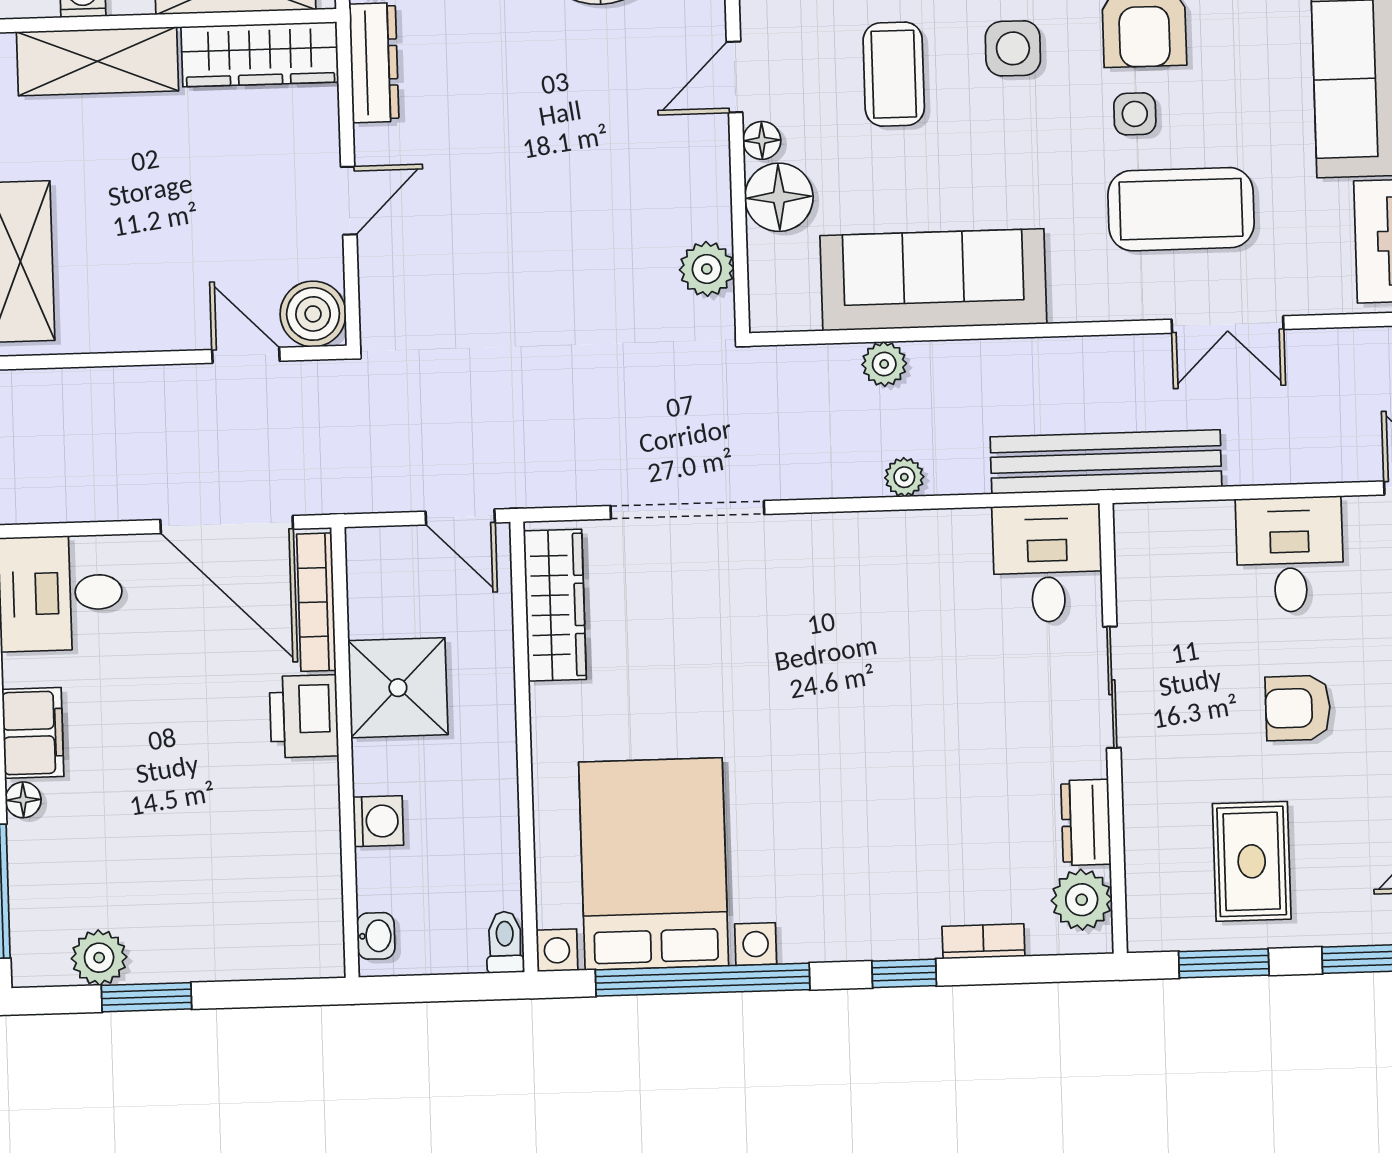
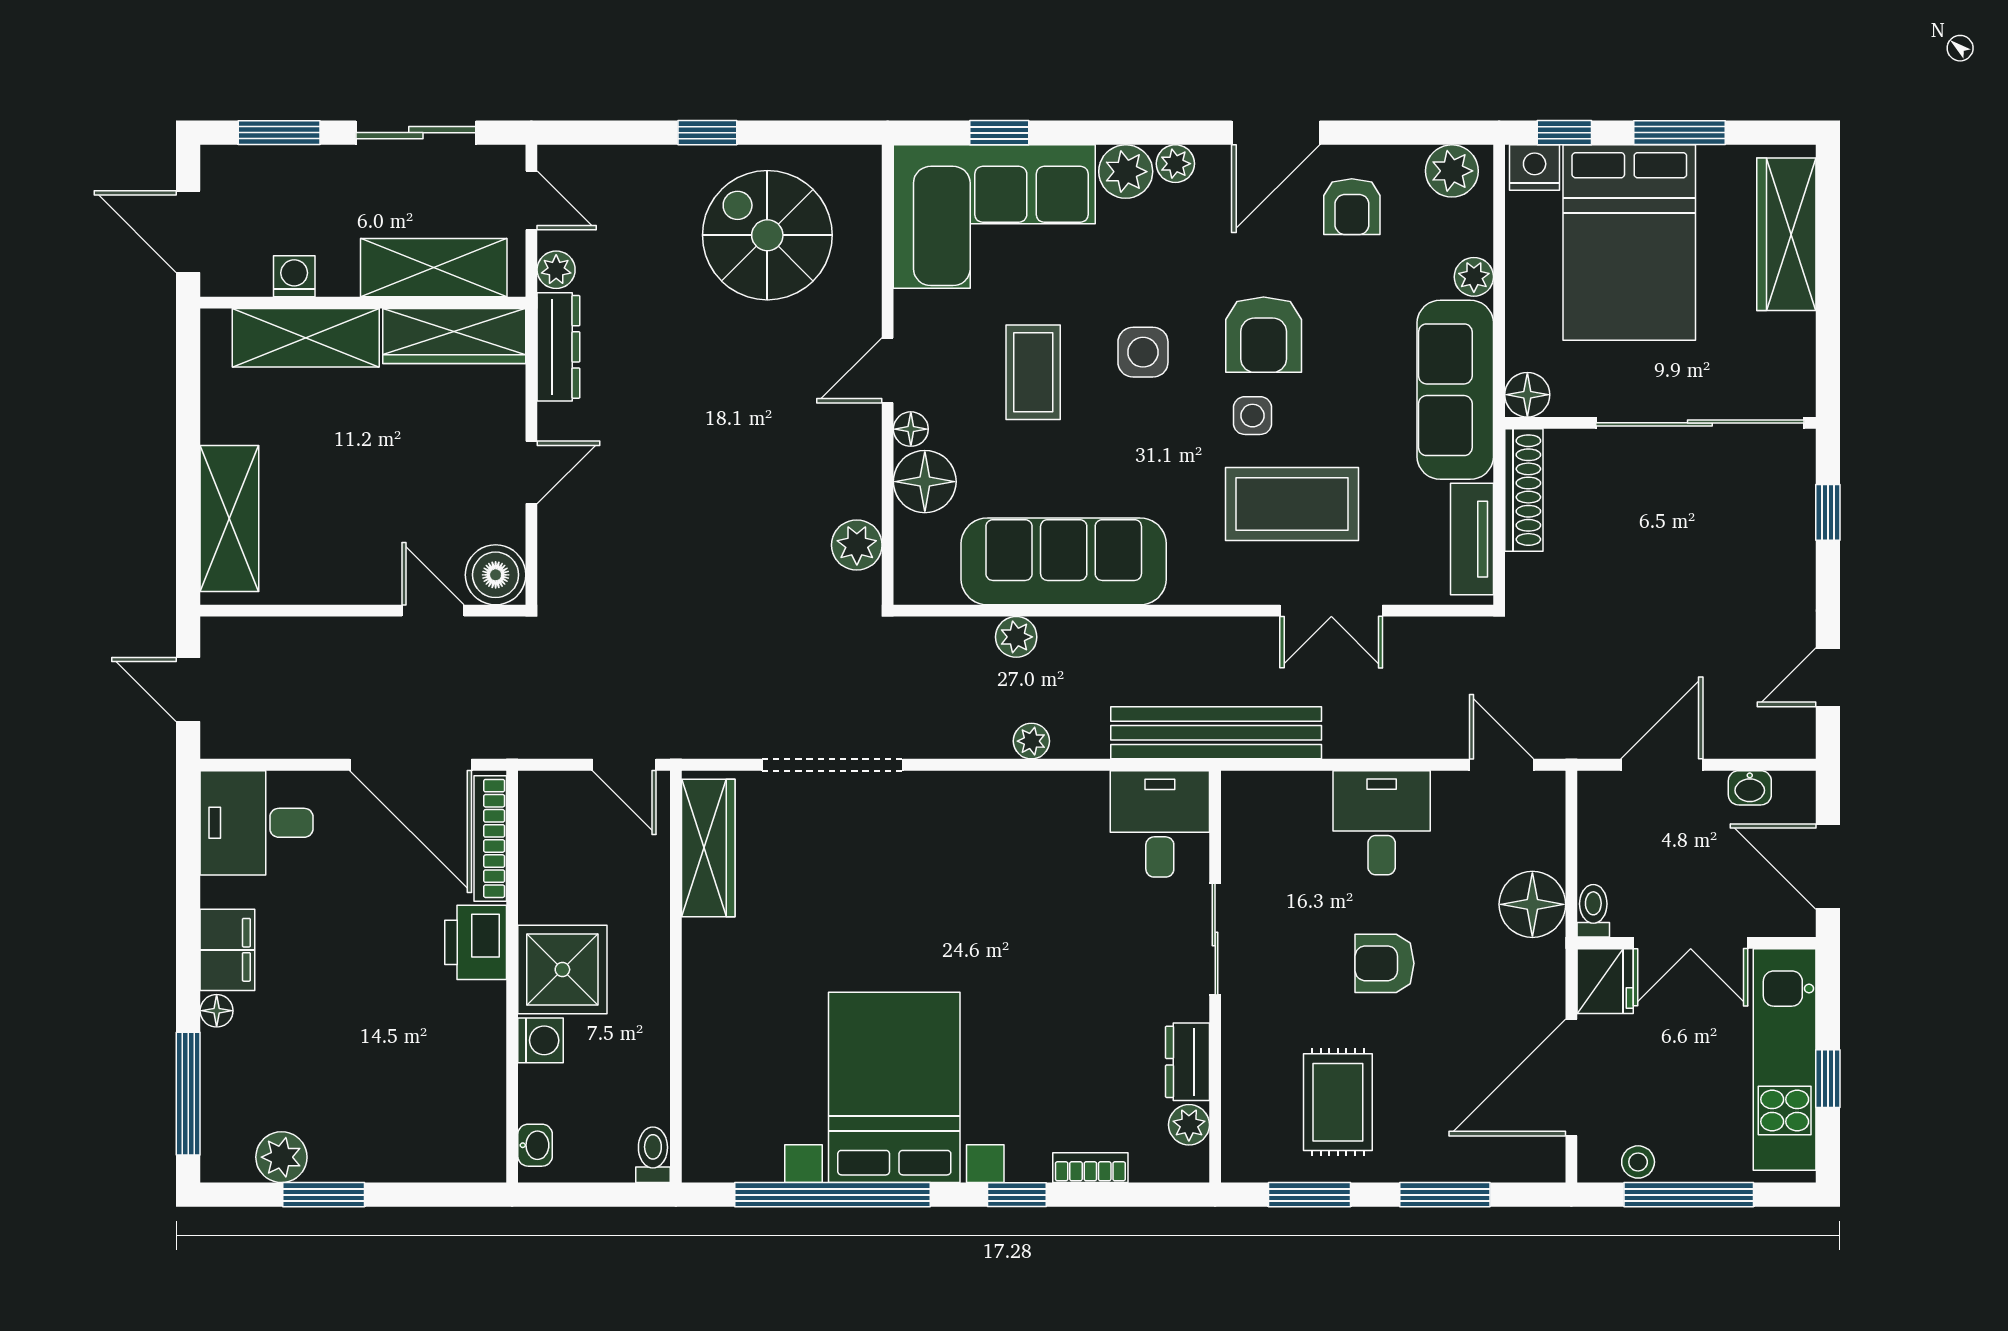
shower: (398, 688) -> (562, 969), moved
bed with nightstands: (654, 864) -> (894, 1087), moved
plant: (1082, 900) -> (1189, 1125), width x0.73, depth x0.73

